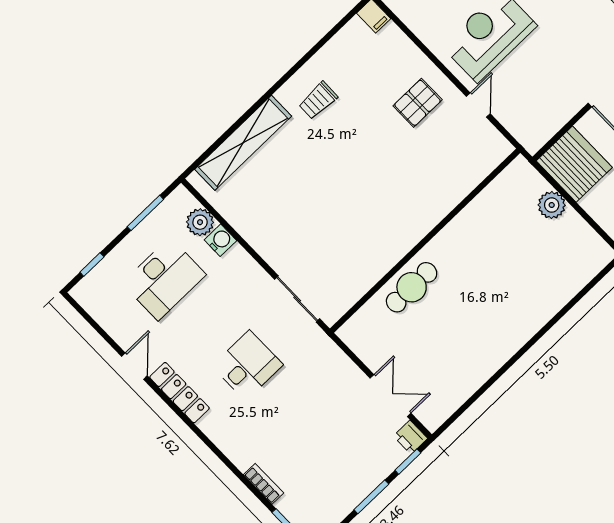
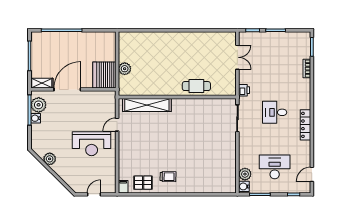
pallet: (418, 103) -> (143, 183), moved
shelving: (243, 143) -> (147, 105), moved
water cooler: (220, 240) -> (244, 186), moved
door: (134, 366) -> (312, 174), moved
double door: (391, 396) -> (237, 57), swing flipped
printer: (410, 437) -> (244, 90), moved

